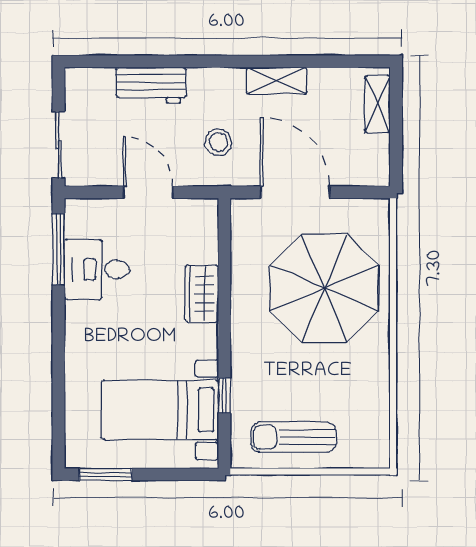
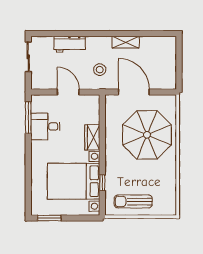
shelving: (377, 104) -> (171, 53), removed
sliding door: (59, 145) -> (28, 57), moved
bed with nightstands: (160, 410) -> (74, 181), width x1.36

